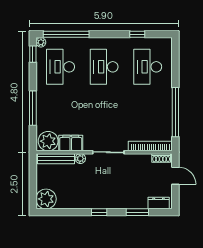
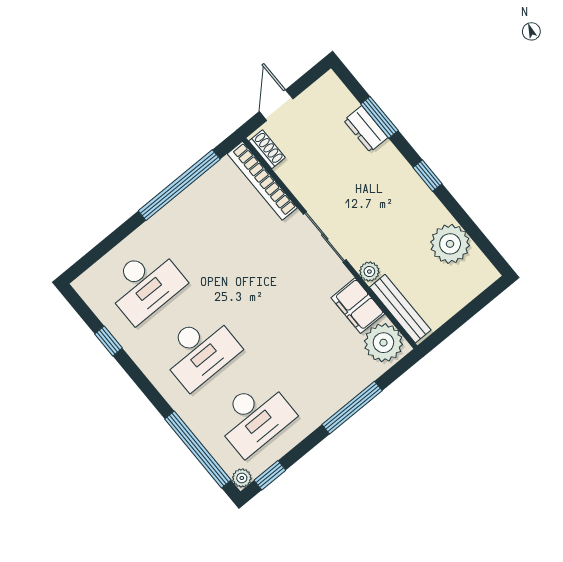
plant: (46, 199) -> (450, 244), moved
dresser: (159, 203) -> (366, 129), moved

